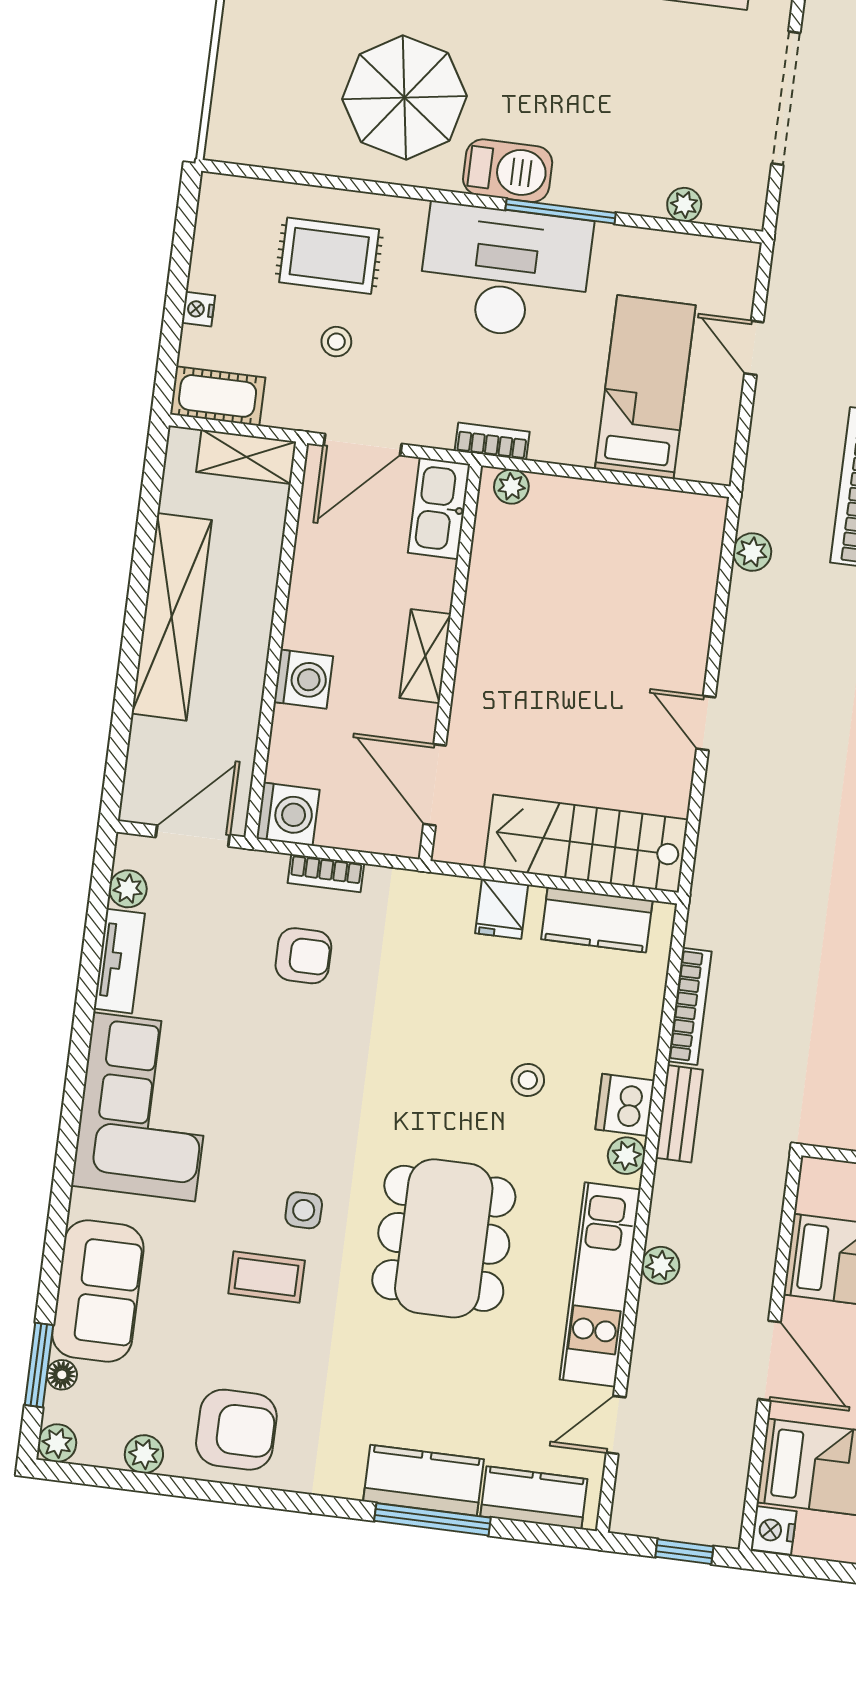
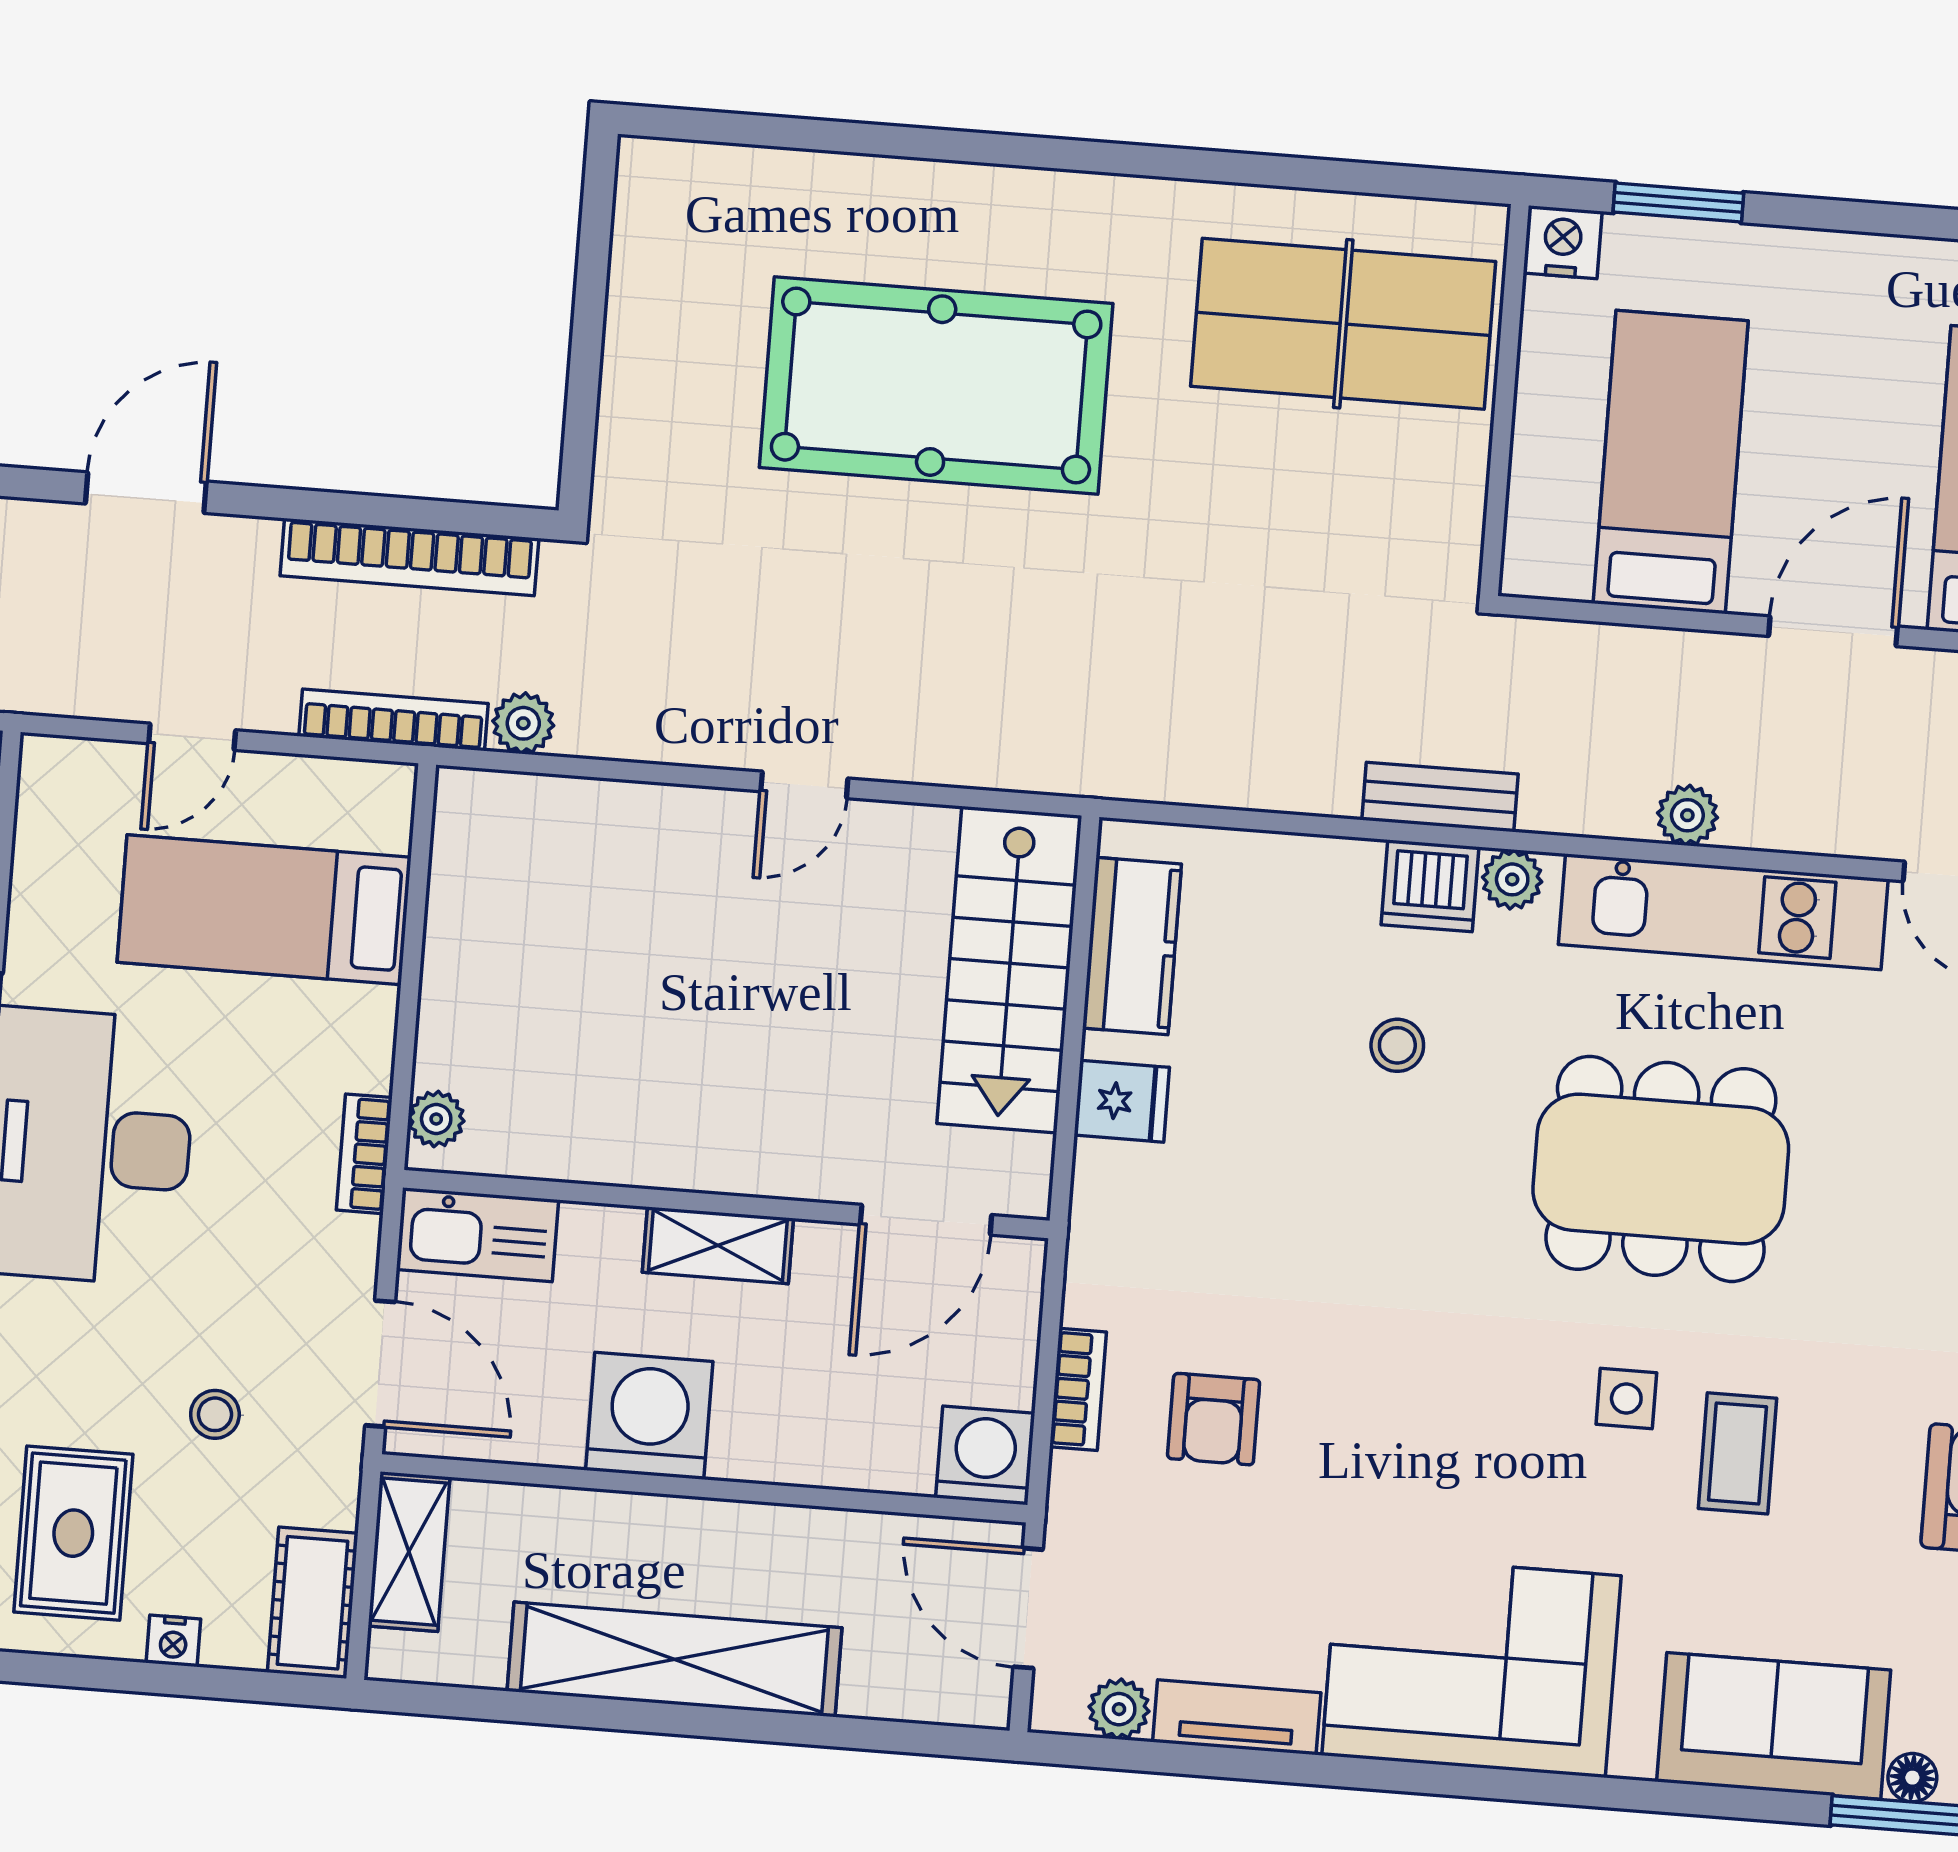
rug: (329, 256) -> (73, 1533), moved
washing machine: (303, 679) -> (649, 1416), moved, width x1.37, depth x1.37
armchair: (303, 956) -> (1214, 1419), turned 180
bookcase: (690, 1006) -> (394, 720), moved

